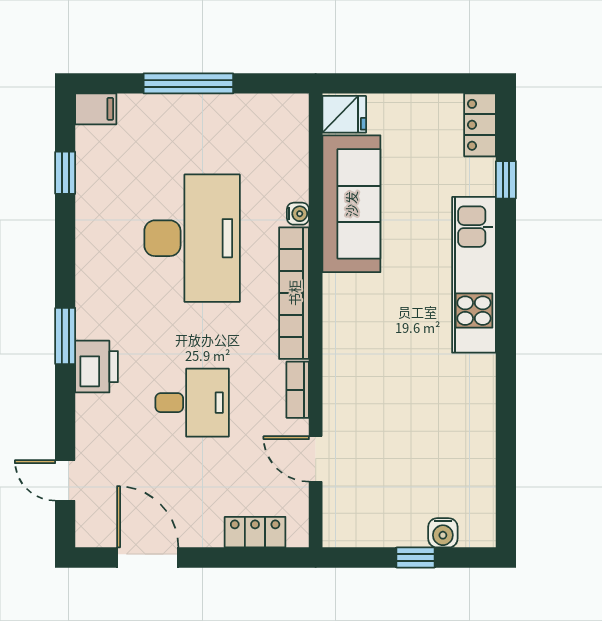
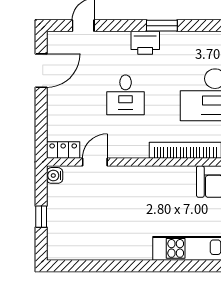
bookcase: (298, 390) -> (133, 152), removed
locker: (255, 532) -> (63, 150), moved, turned -90
water cooler: (443, 533) -> (55, 175), moved

